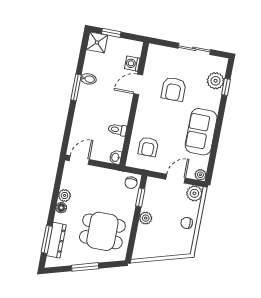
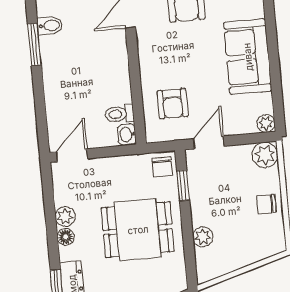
toilet: (117, 130) -> (119, 114), moved
door: (176, 179) -> (209, 142), moved
plant: (146, 218) -> (203, 237), moved
dining table: (102, 231) -> (138, 230), moved

